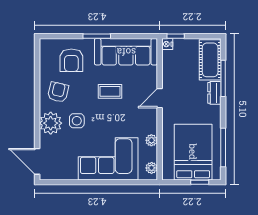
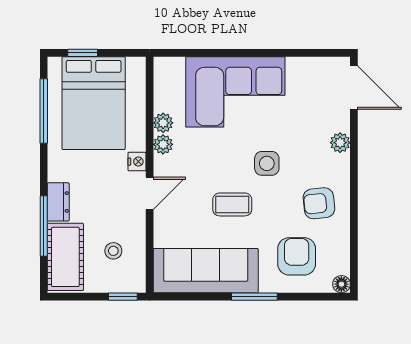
floor lamp: (45, 44) -> (341, 284), added
nightstand: (167, 44) -> (137, 162), moved
stool: (181, 64) -> (113, 251), added
armchair: (58, 92) -> (319, 203), turned 71
side table: (77, 121) -> (267, 163), moved
plant: (51, 123) -> (340, 143), width x0.53, depth x0.53
plant: (152, 168) -> (163, 144), moved

